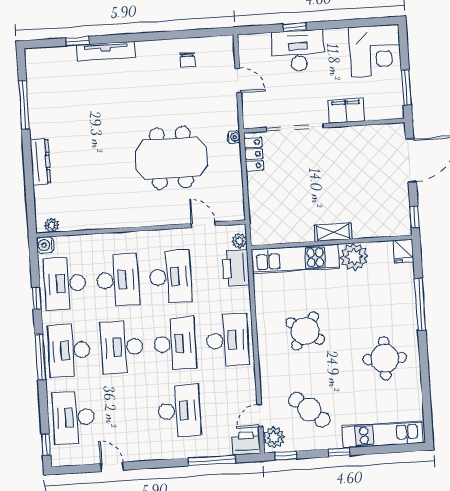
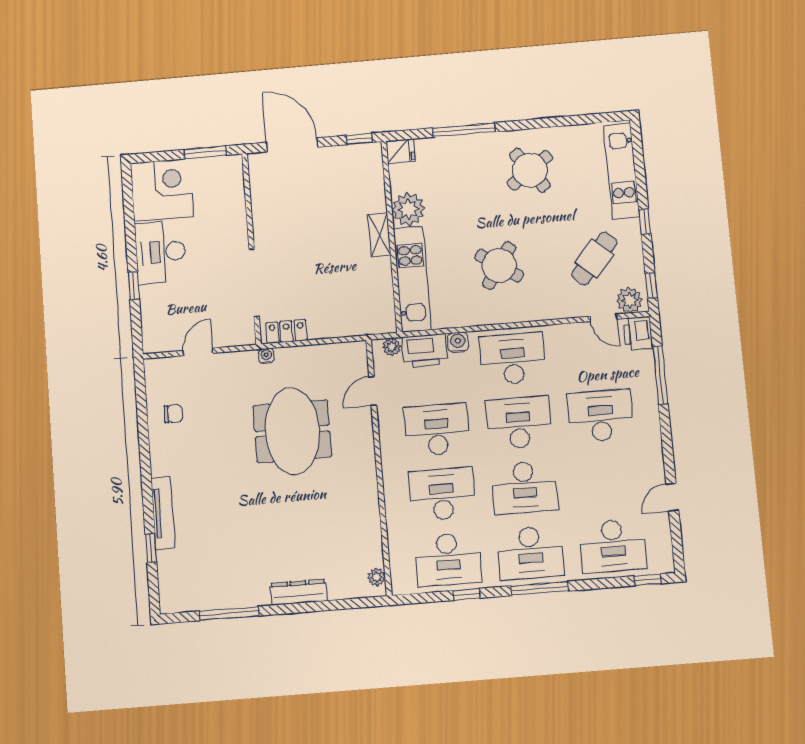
desk: (298, 51) -> (160, 252), moved
filing cabinet: (346, 111) -> (233, 222), removed
water cooler: (45, 245) -> (458, 342), moved, turned 180
round table: (385, 358) -> (530, 170), turned -35

